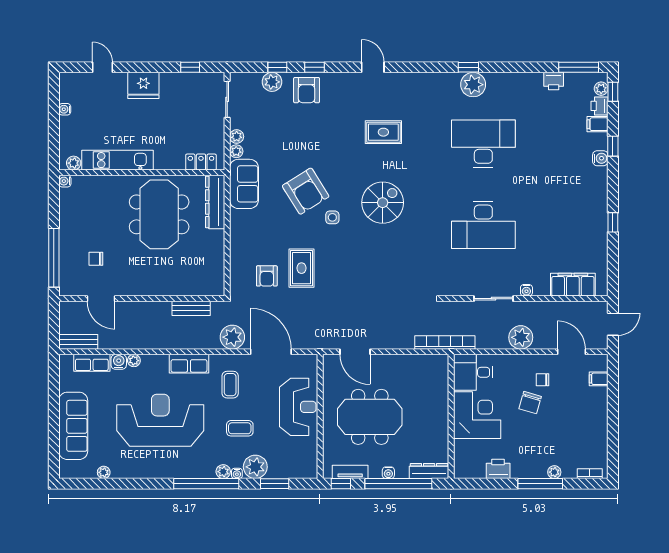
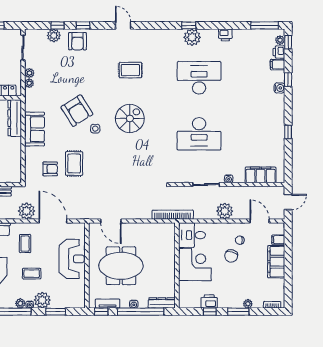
printer: (554, 81) -> (225, 35), moved
sofa: (244, 184) -> (35, 129), moved
armchair: (267, 276) -> (50, 169), turned -90
filing cabinet: (596, 411) -> (276, 262), added
window: (499, 484) -> (210, 312), added
window: (540, 484) -> (238, 312), width x0.69

